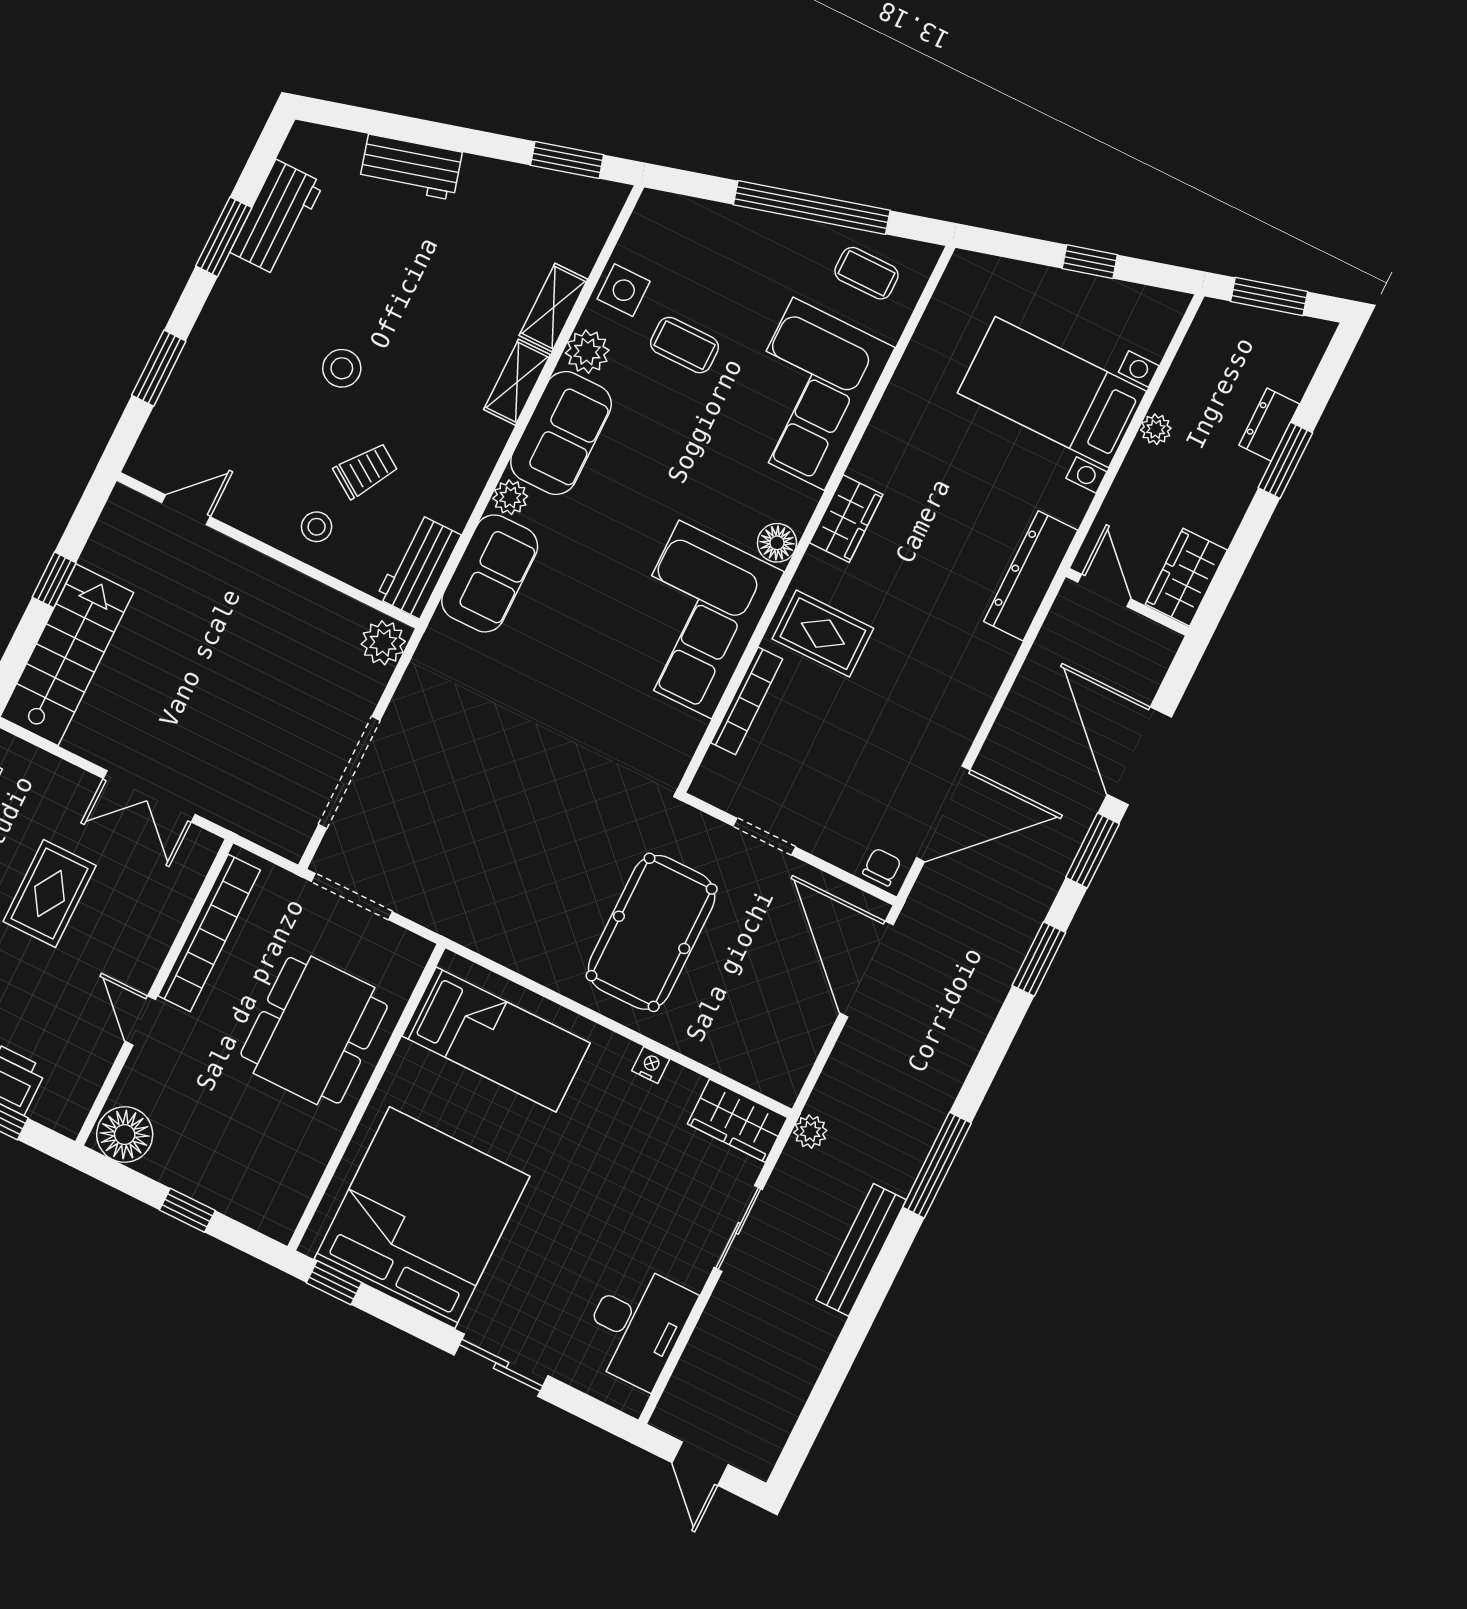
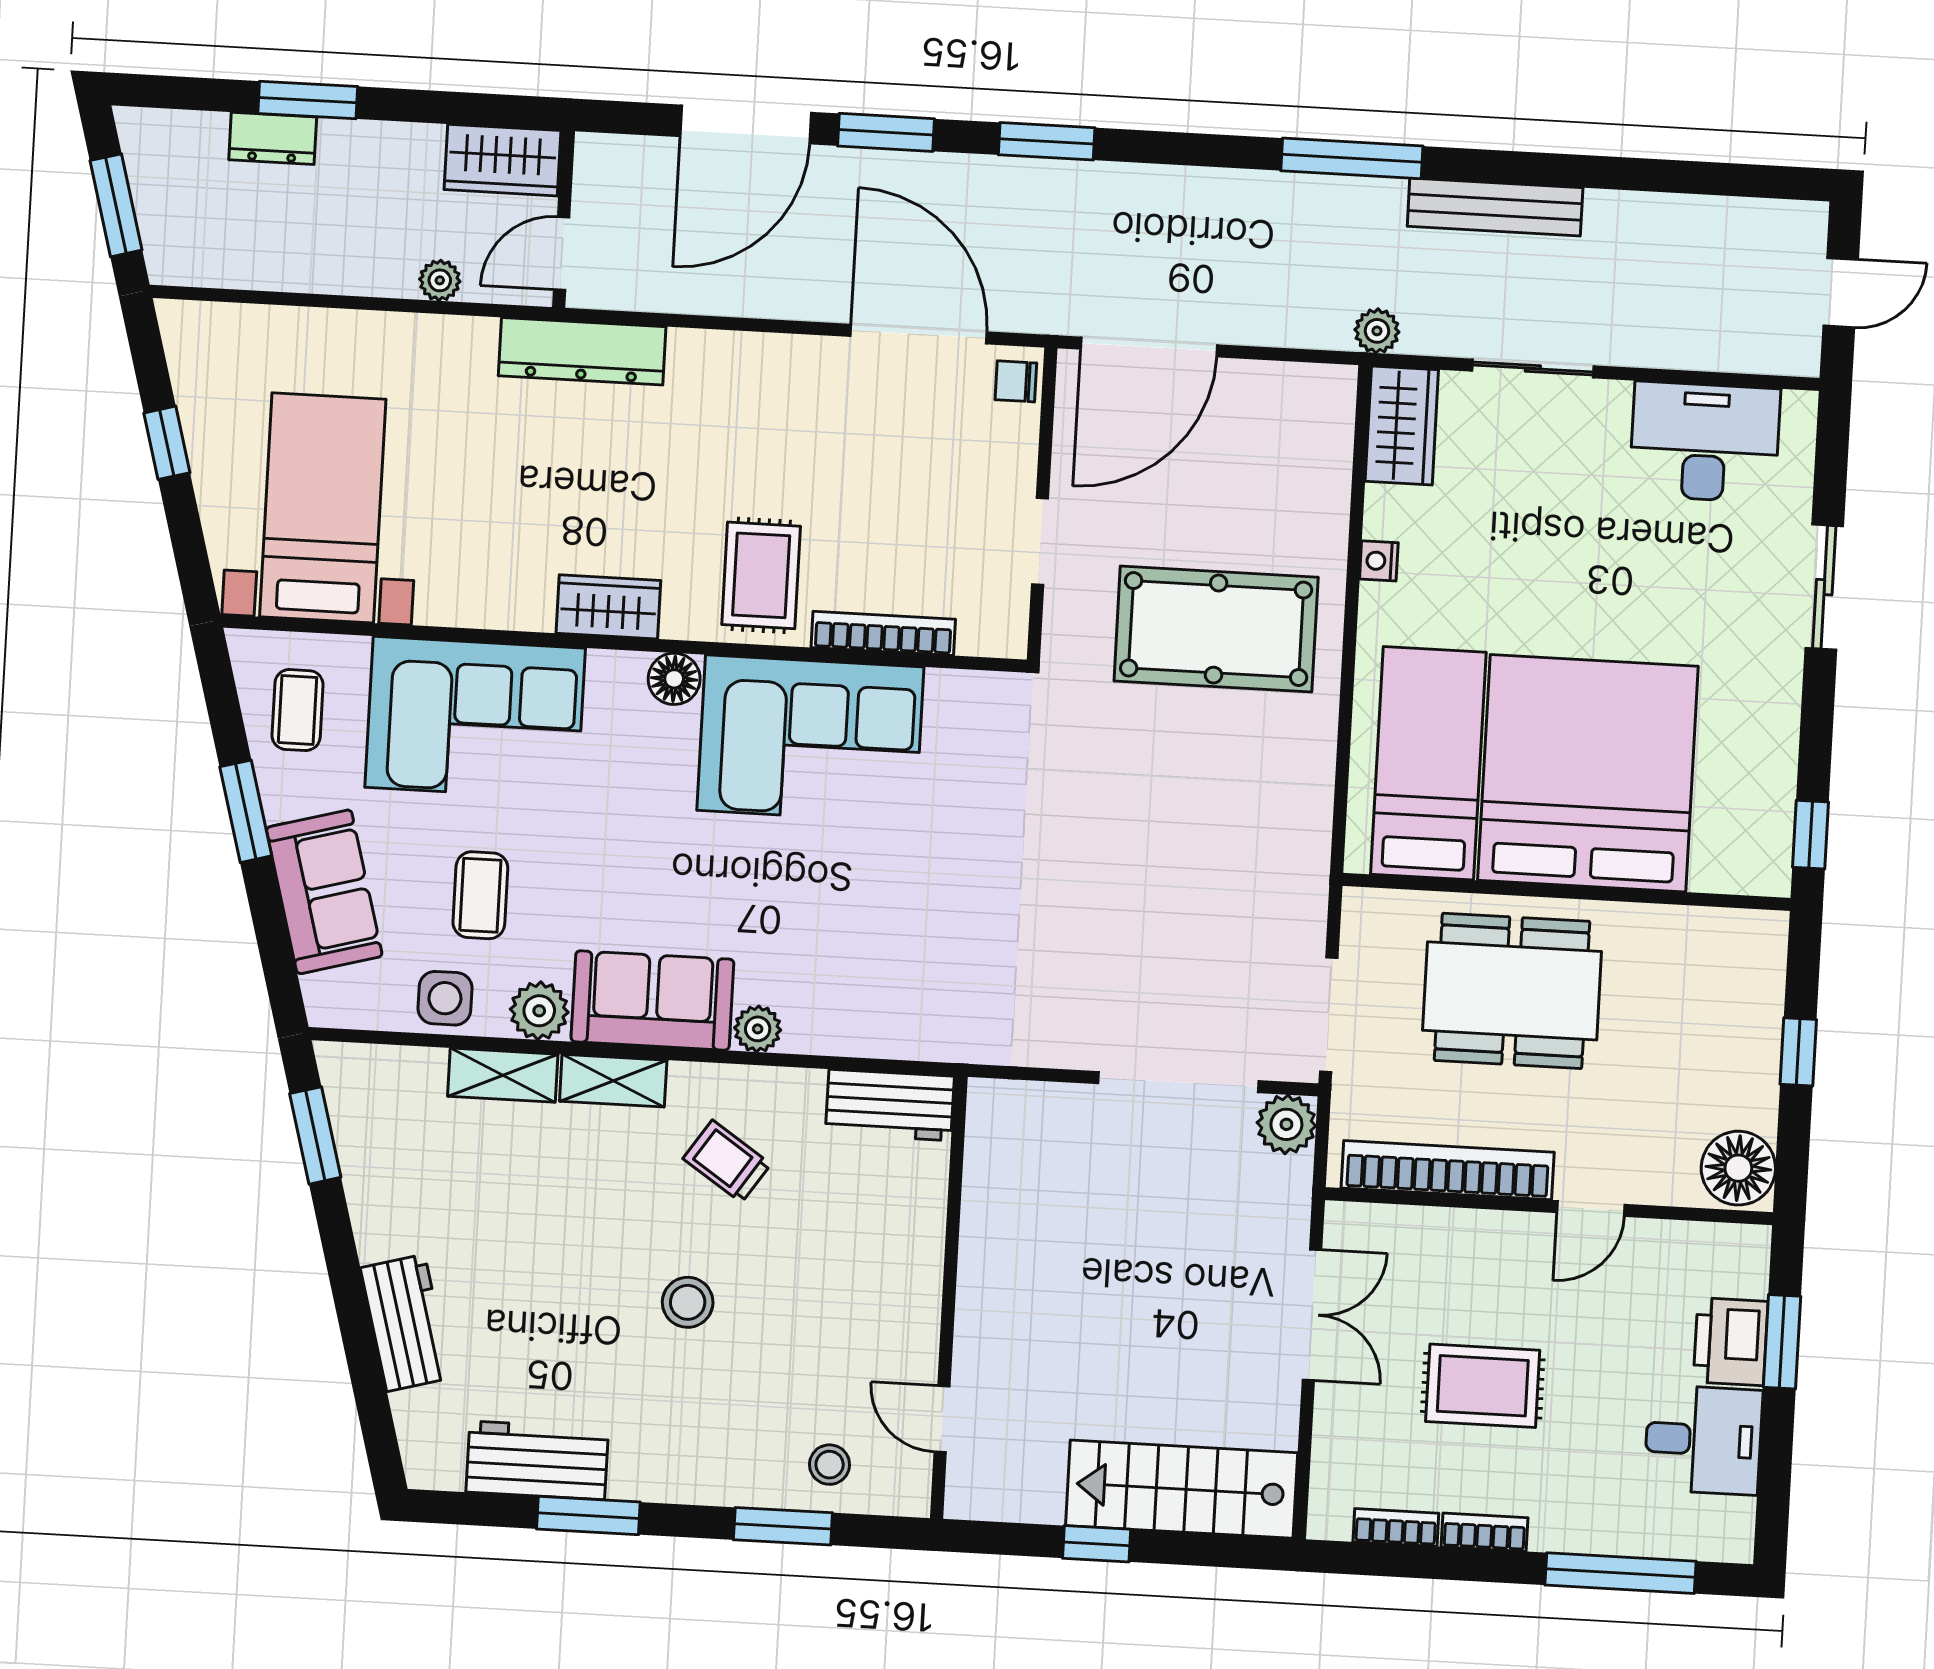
window: (812, 208) -> (246, 811), width x0.47
bed with nightstands: (1052, 392) -> (323, 508), moved, turned 180
plant: (1156, 429) -> (440, 280), moved
trolley: (366, 471) -> (727, 1161), moved
stool: (317, 527) -> (830, 1465), moved
sofa: (490, 573) -> (324, 892), moved, turned 75
plant: (383, 643) -> (1286, 1124), moved
bed: (422, 1218) -> (1588, 773), moved, turned 90

